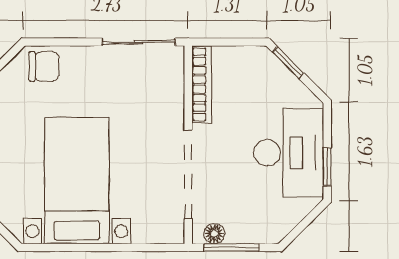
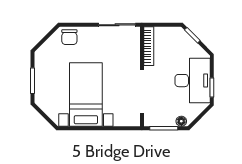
chair: (44, 66) -> (69, 37), turned 90
floor lamp: (214, 234) -> (181, 121), moved

